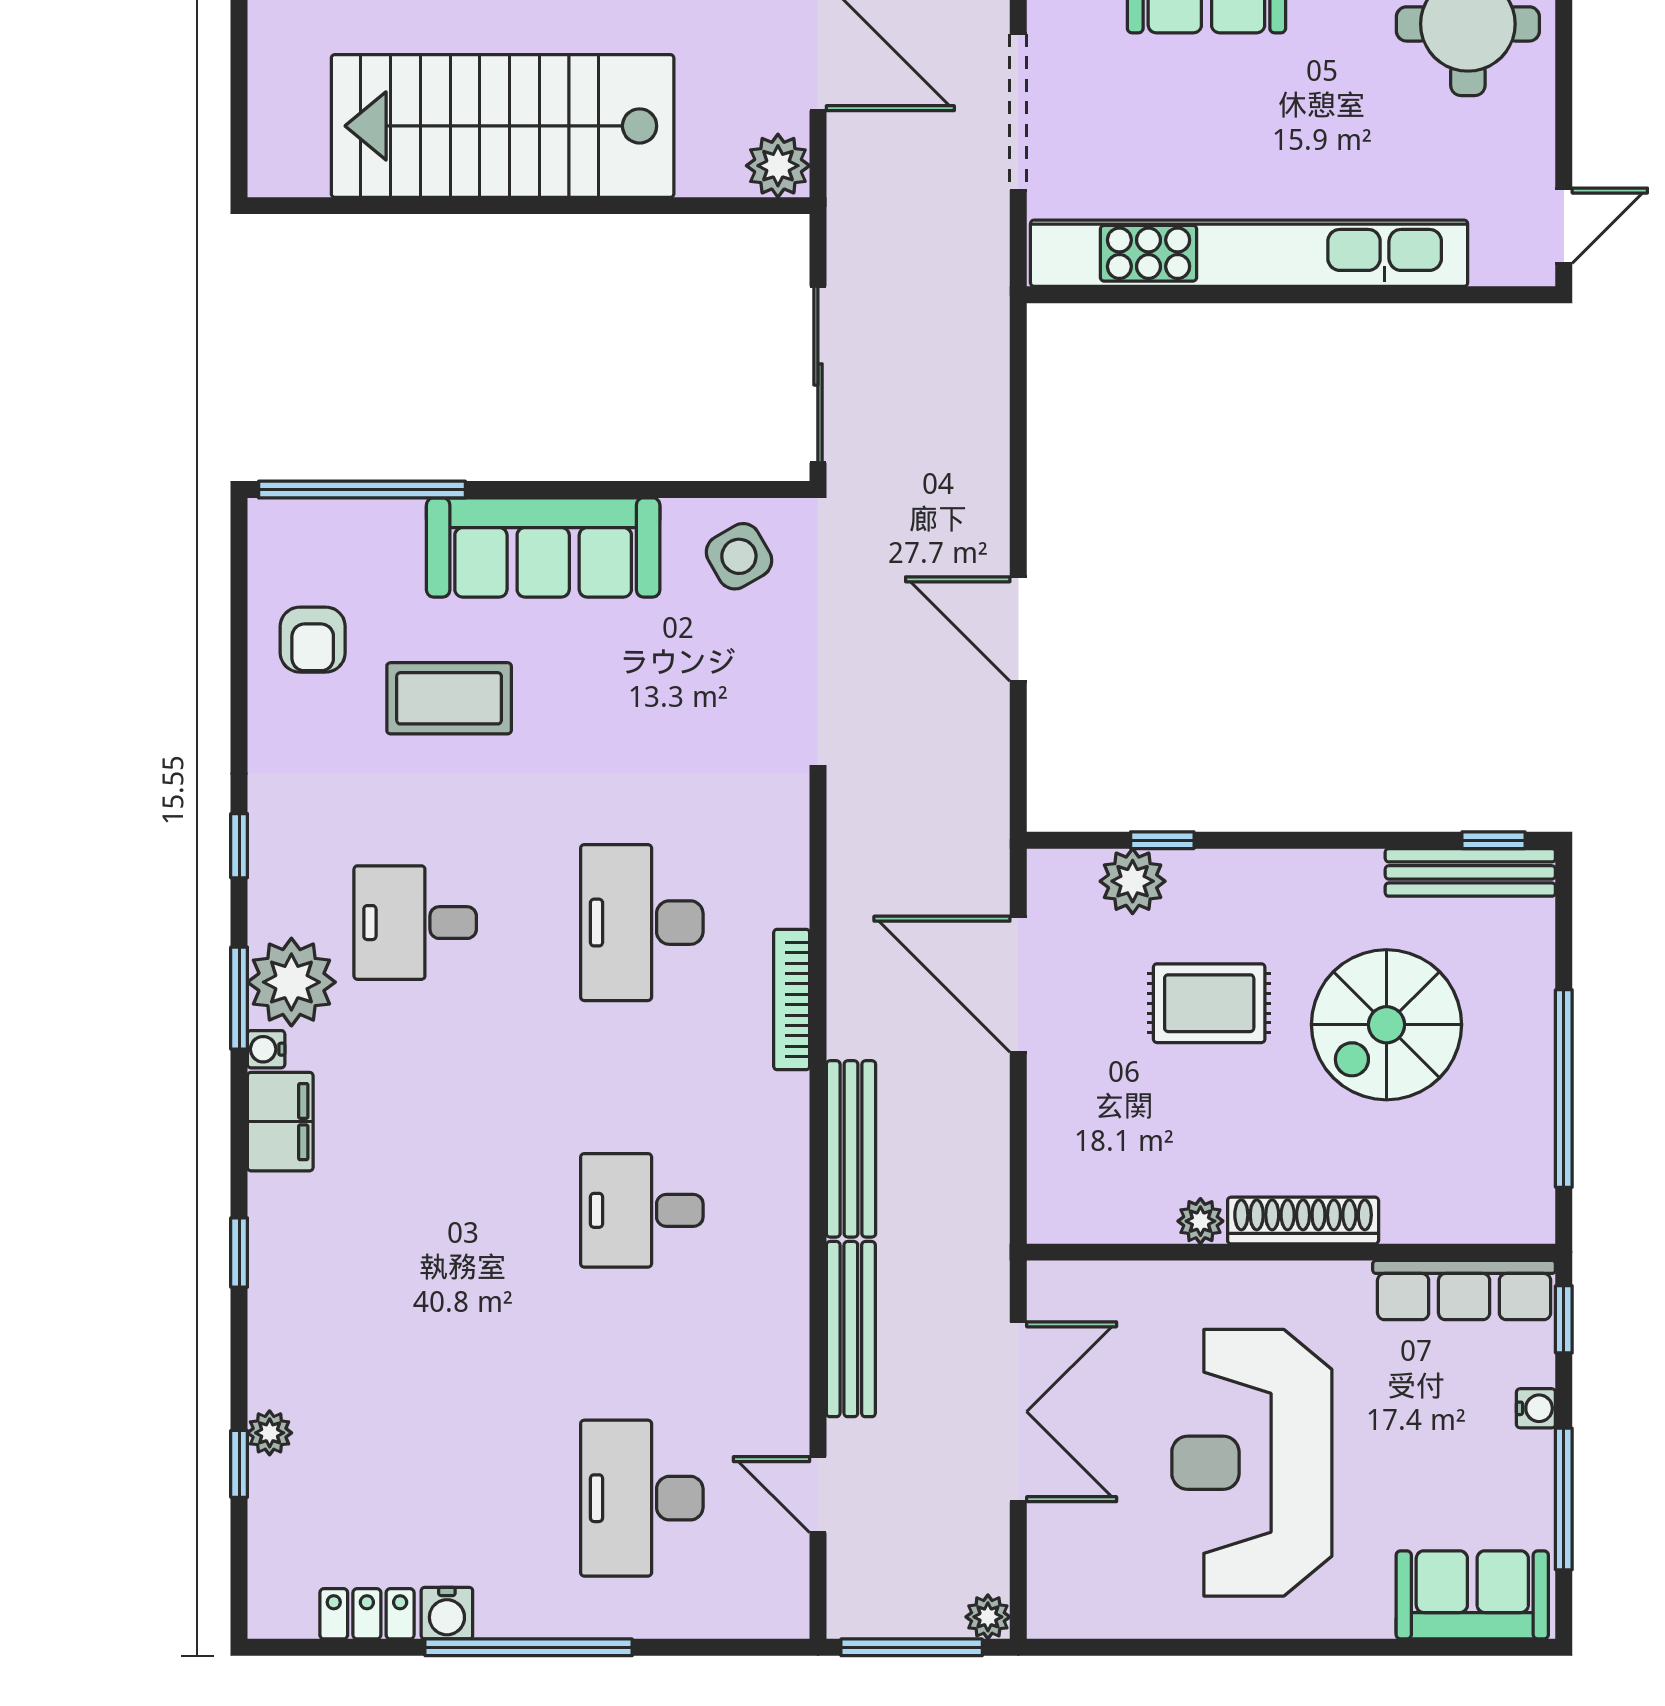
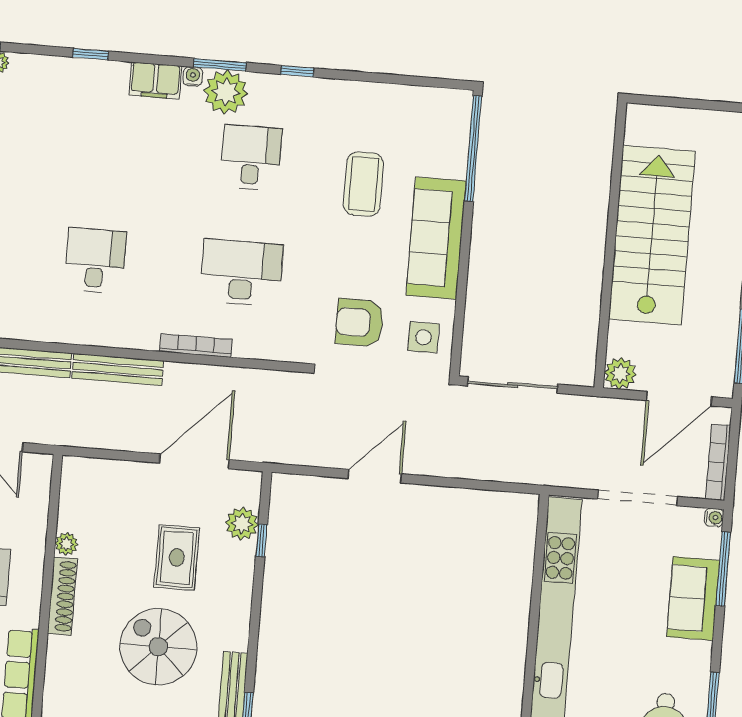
side table: (739, 556) -> (423, 337), turned 30
armchair: (313, 640) -> (360, 323), moved, width x1.38, depth x1.38

